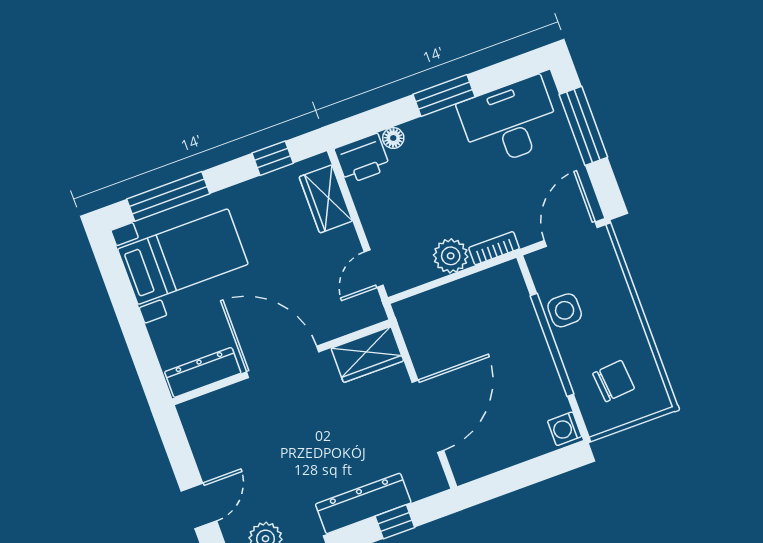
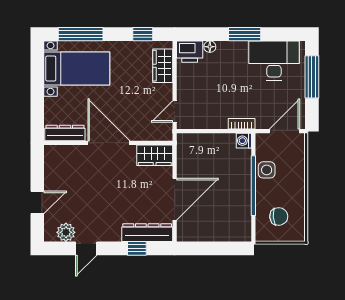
plant: (451, 256) -> (217, 120), removed
washing machine: (565, 429) -> (244, 141), moved
dresser: (363, 503) -> (147, 233), moved

